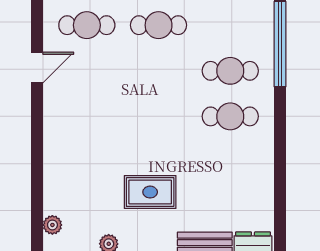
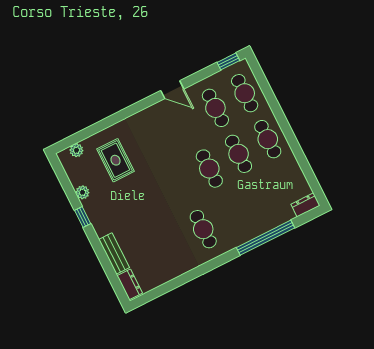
cafe table: (230, 71) -> (209, 169), moved
rug: (150, 192) -> (115, 160), moved

